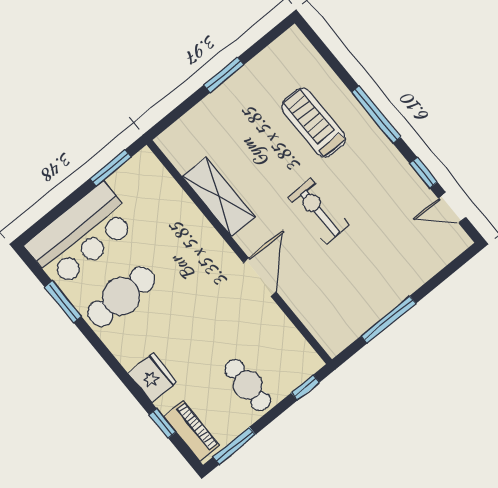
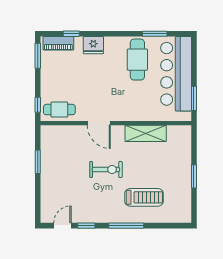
bar counter: (81, 235) -> (176, 74), width x1.36
window: (388, 320) -> (38, 162), width x0.69
cafe table: (248, 385) -> (59, 110), moved

